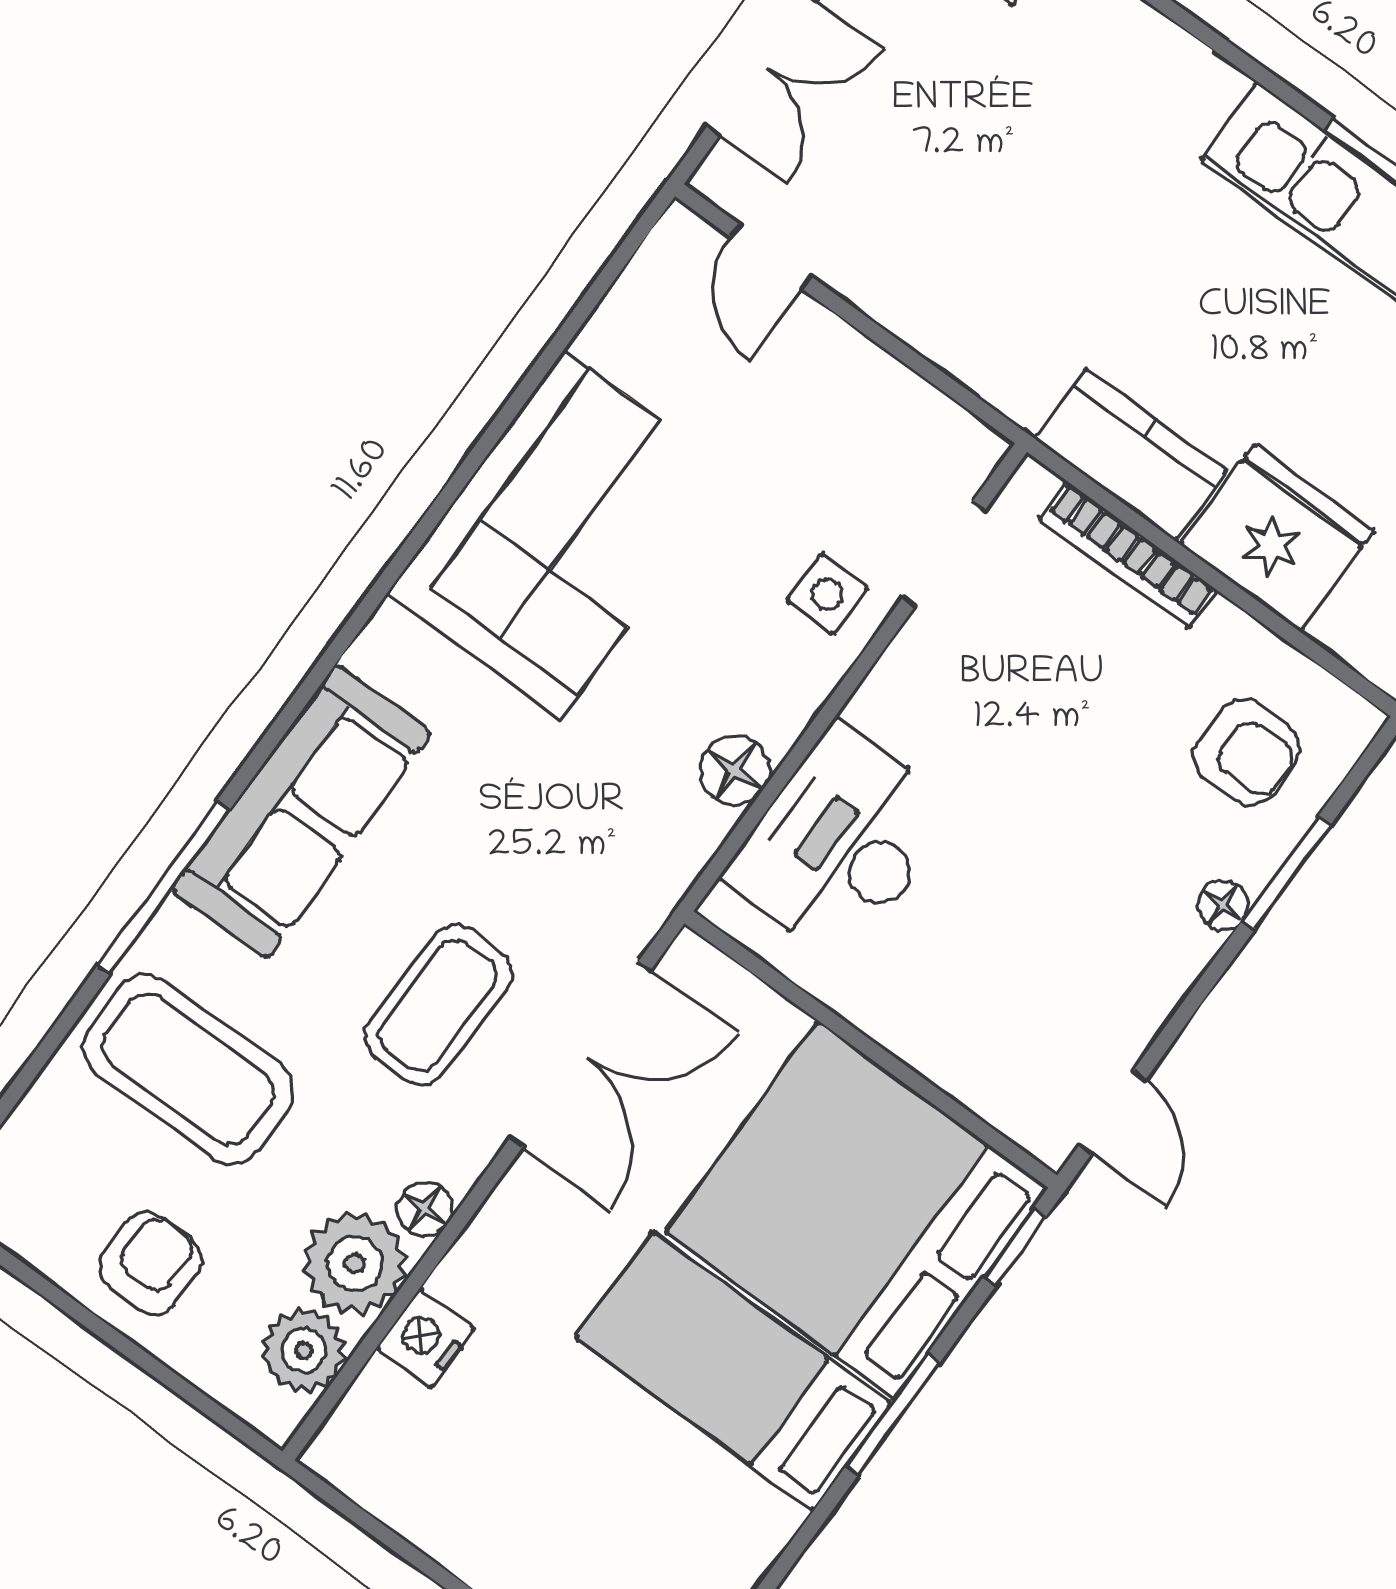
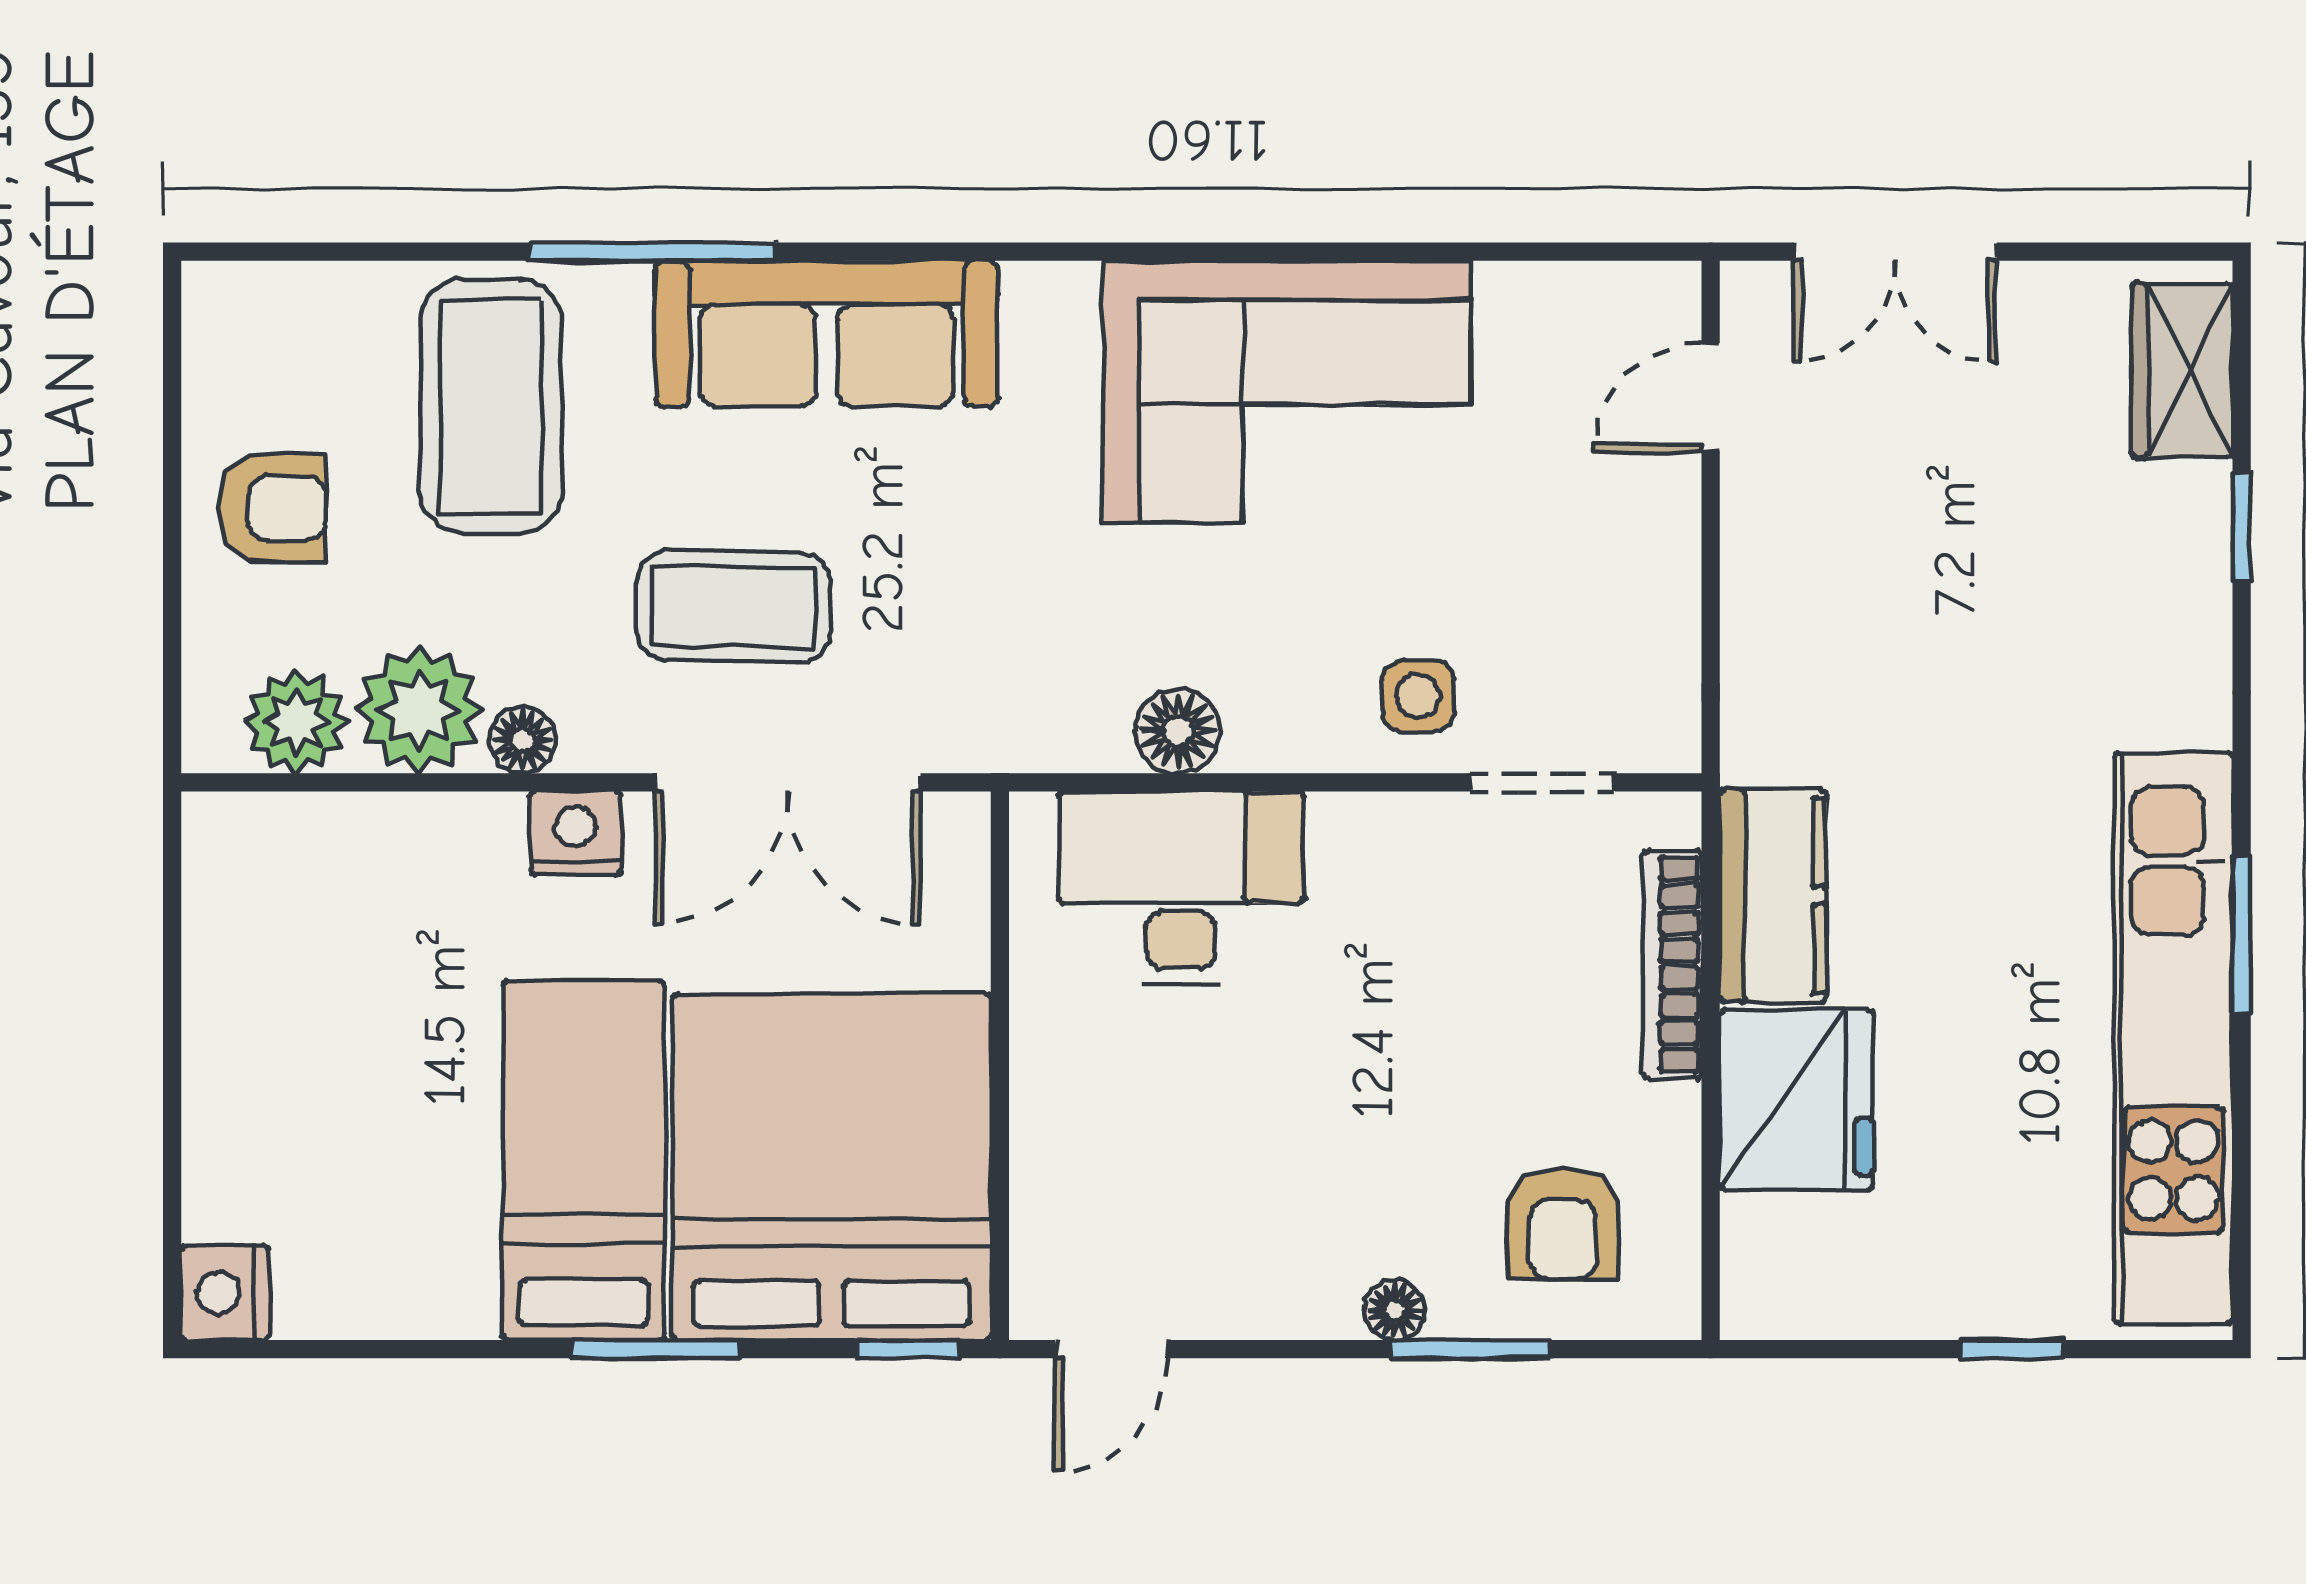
nightstand: (425, 1338) -> (576, 833), moved

